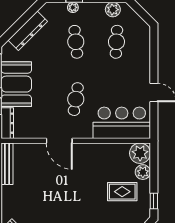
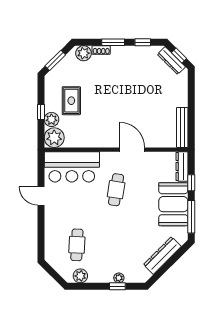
cafe table: (76, 42) -> (116, 245), removed
rug: (122, 192) -> (71, 101), turned 90
window: (154, 201) -> (41, 112), moved

